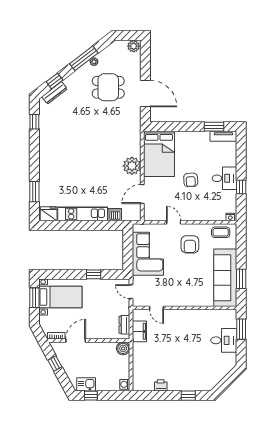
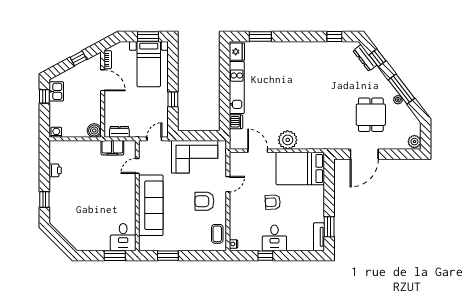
sofa: (225, 278) -> (151, 205), moved, turned 90
desk: (224, 340) -> (123, 237), moved

